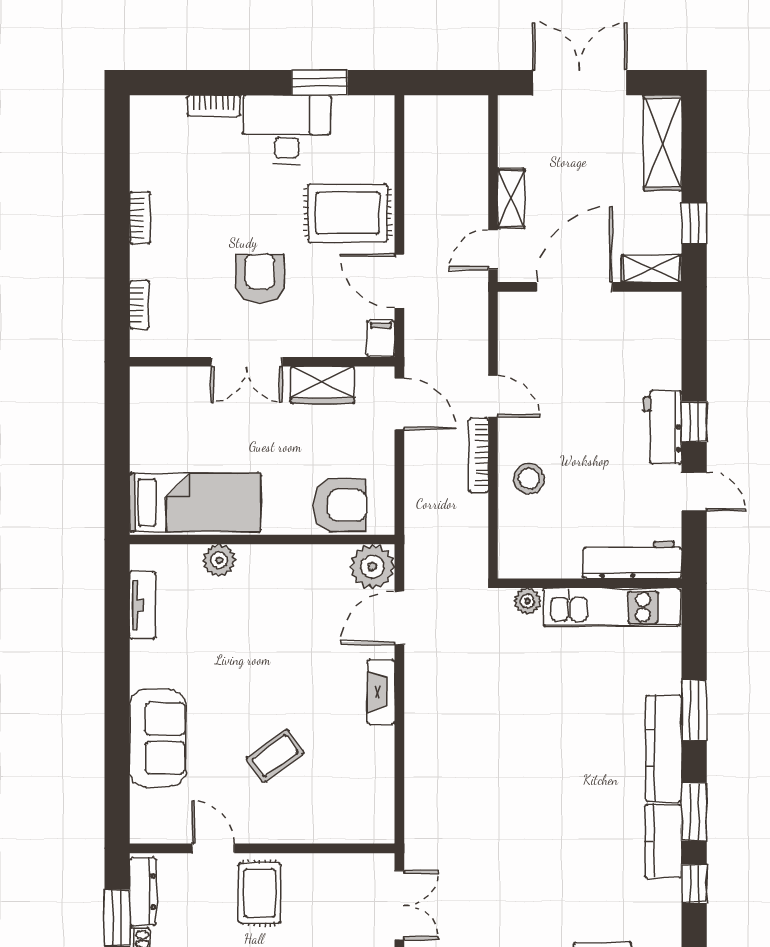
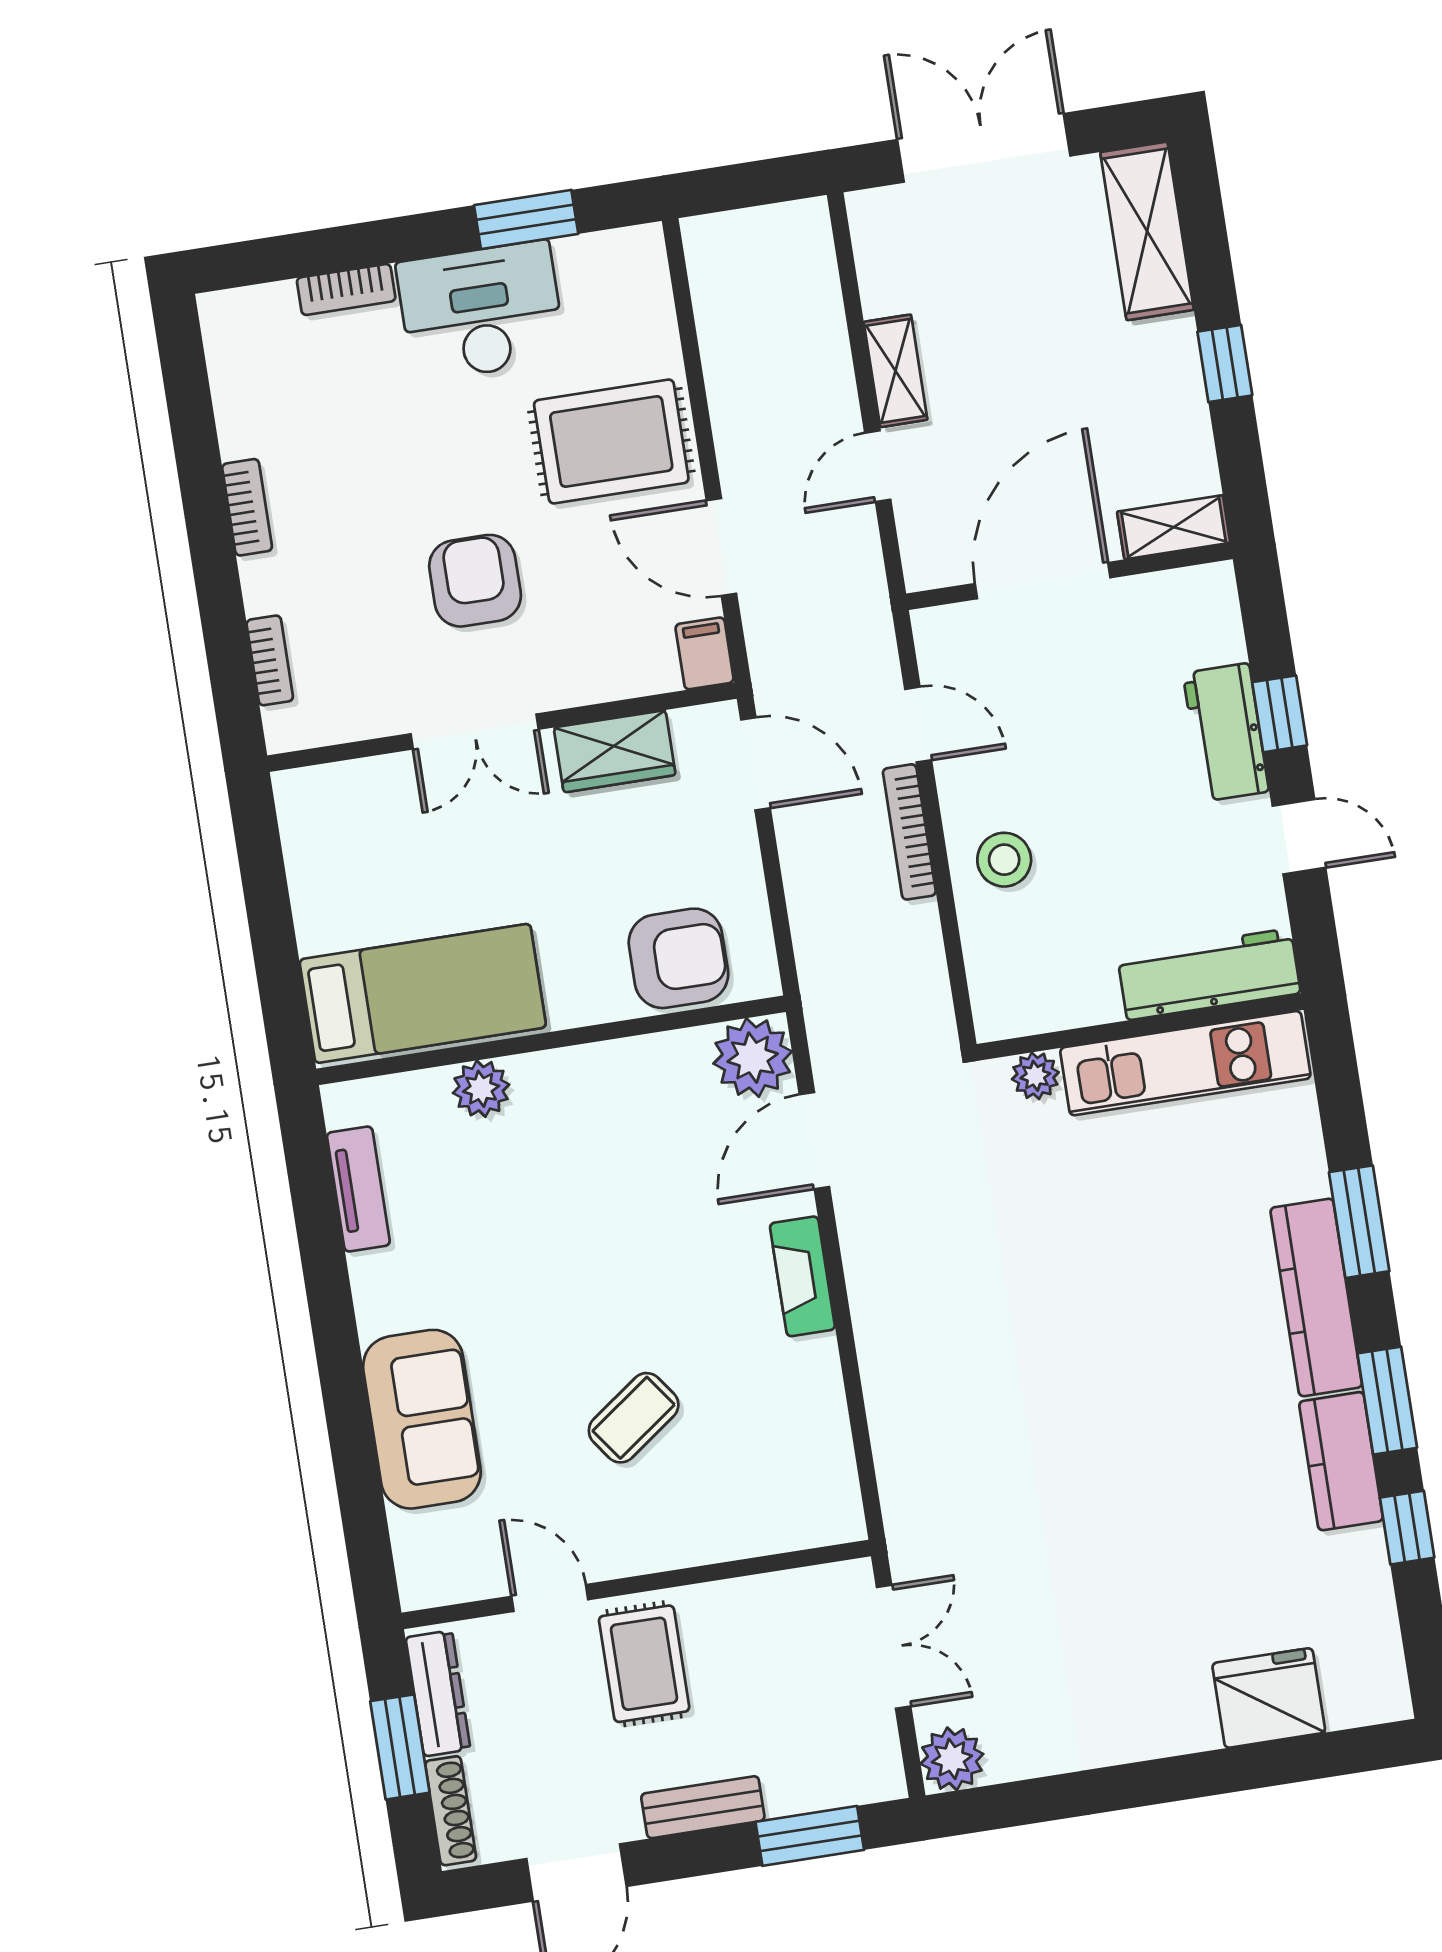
shelving: (652, 269) -> (1174, 527), moved
door: (574, 287) -> (1043, 581), moved
wall: (590, 287) -> (1069, 576), moved

